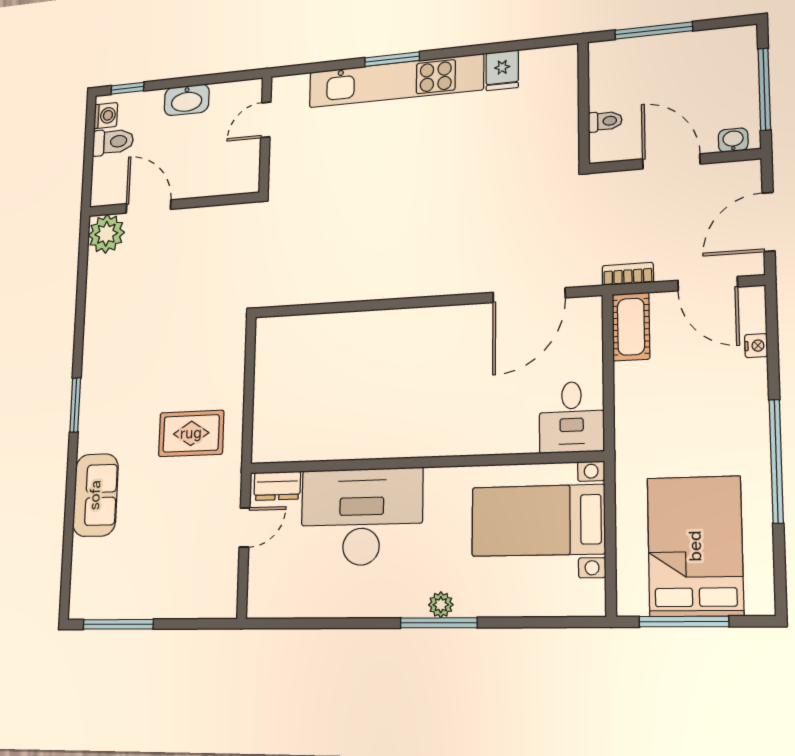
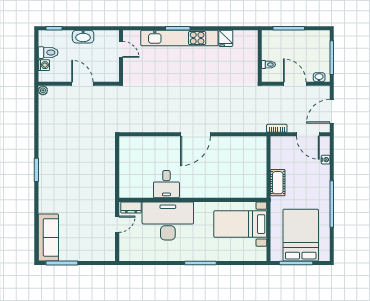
washing machine: (106, 116) -> (44, 65), moved
door: (266, 120) -> (121, 49), swing flipped
door: (148, 206) -> (82, 84), moved
plant: (106, 234) -> (43, 90), width x0.53, depth x0.53
door: (529, 295) -> (195, 134), moved
cot: (631, 327) -> (278, 183), moved
desk: (572, 417) -> (166, 184), moved
rug: (191, 433) -> (92, 184), removed
sofa: (95, 495) -> (48, 237), moved, width x1.36
plant: (441, 605) -> (201, 256), removed

